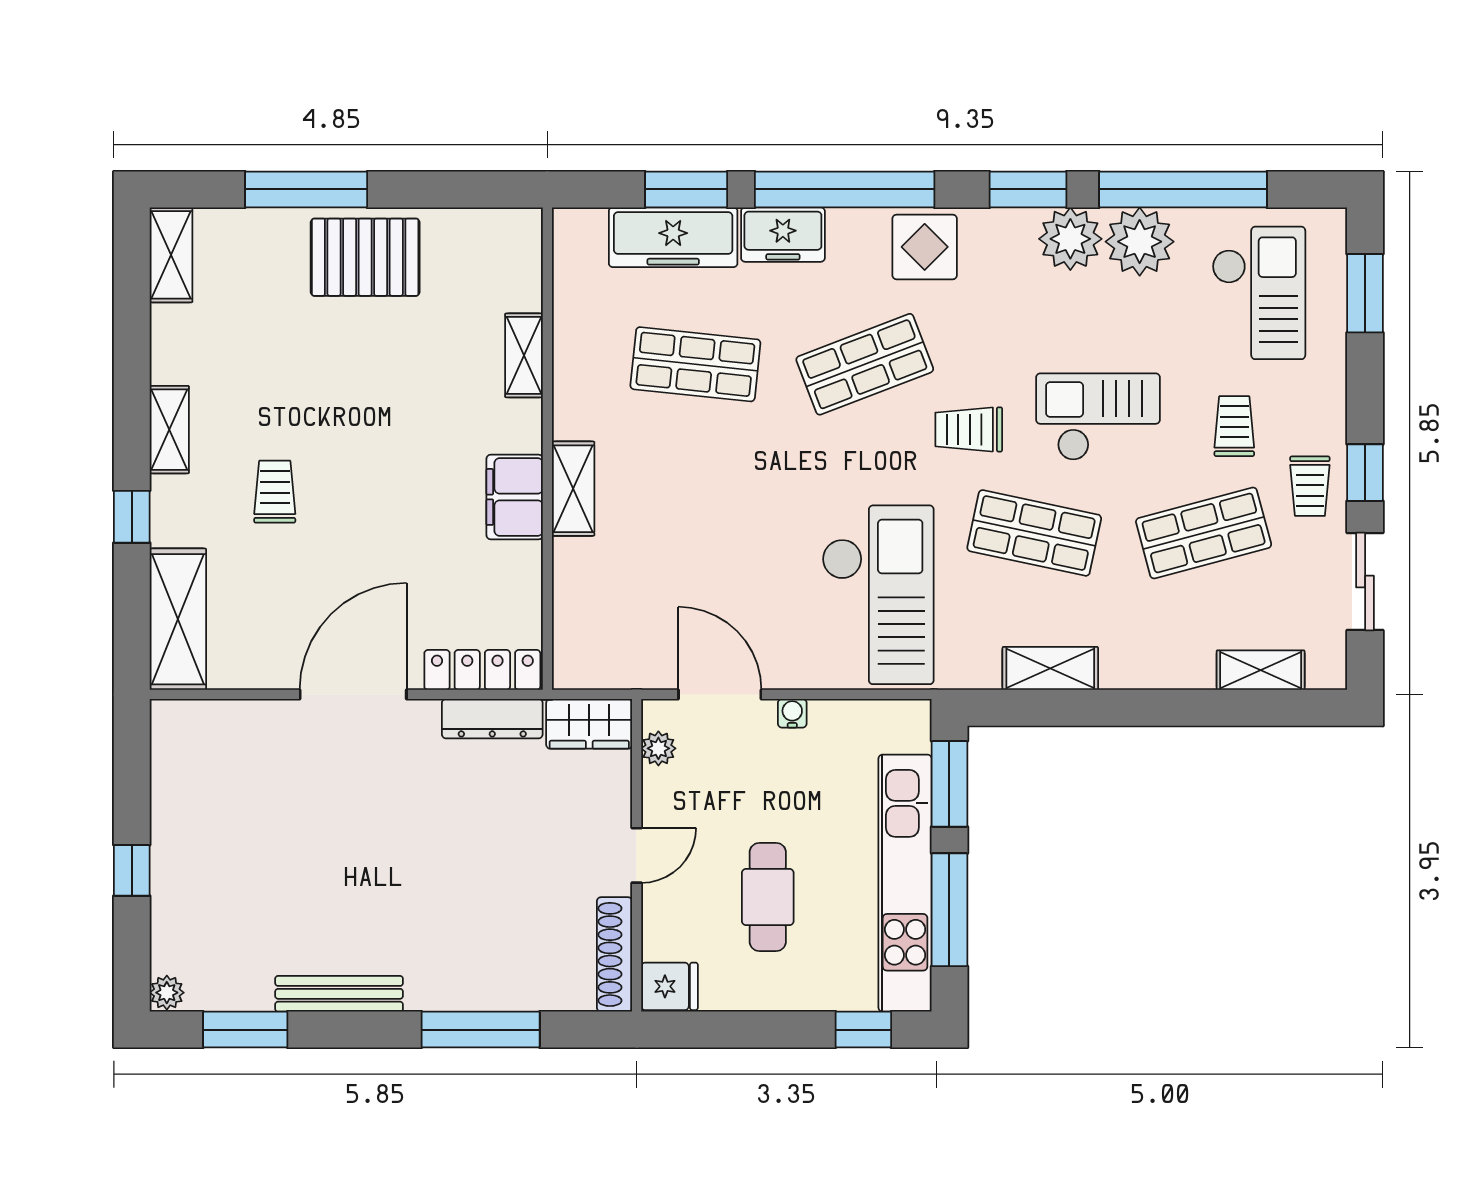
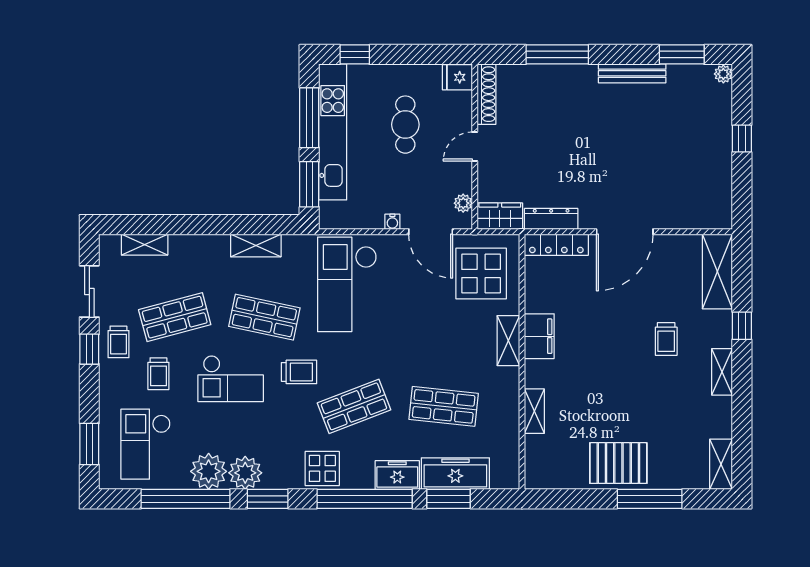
trolley: (1310, 486) -> (118, 342), turned 180
display table: (625, 615) -> (481, 274), added

